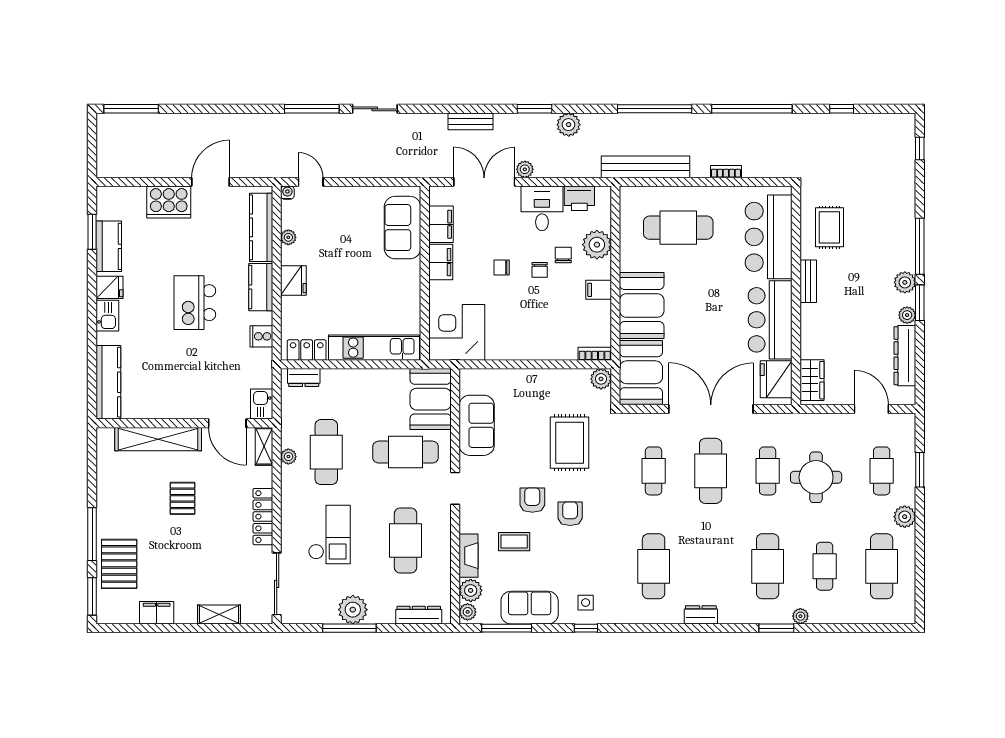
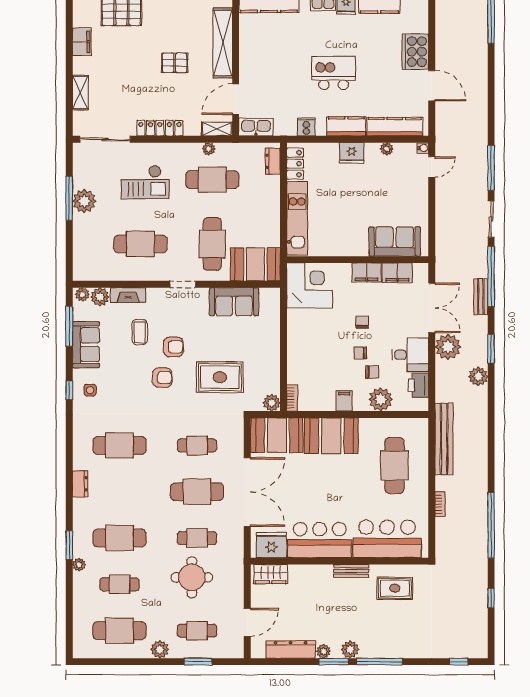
window: (655, 109) -> (491, 276), moved
plant: (525, 169) -> (448, 347), width x1.88, depth x1.88
kitchen sink: (262, 404) -> (256, 127), width x1.38
dresser: (419, 615) -> (80, 255), removed

